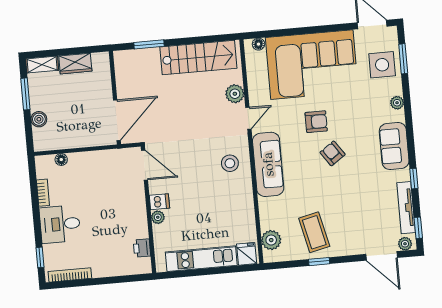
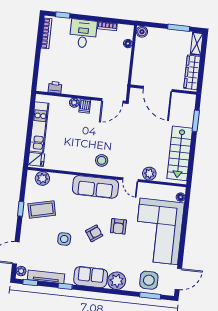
wardrobe: (75, 64) -> (192, 72), width x1.50
plant: (397, 103) -> (117, 281), width x1.87, depth x1.87
boiler: (39, 119) -> (142, 32), moved
door: (117, 120) -> (158, 89), moved
side table: (349, 193) -> (64, 239), added

